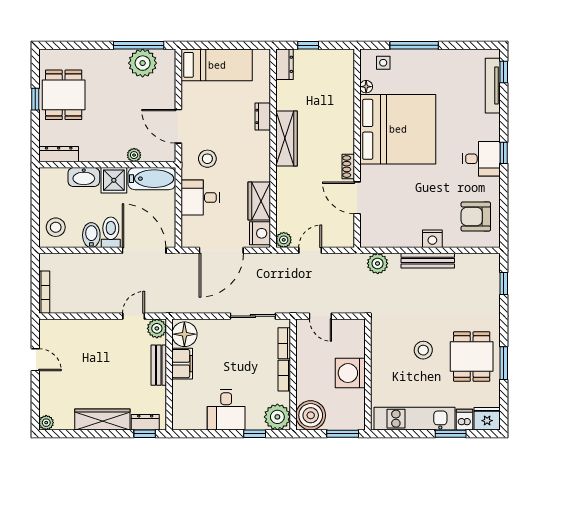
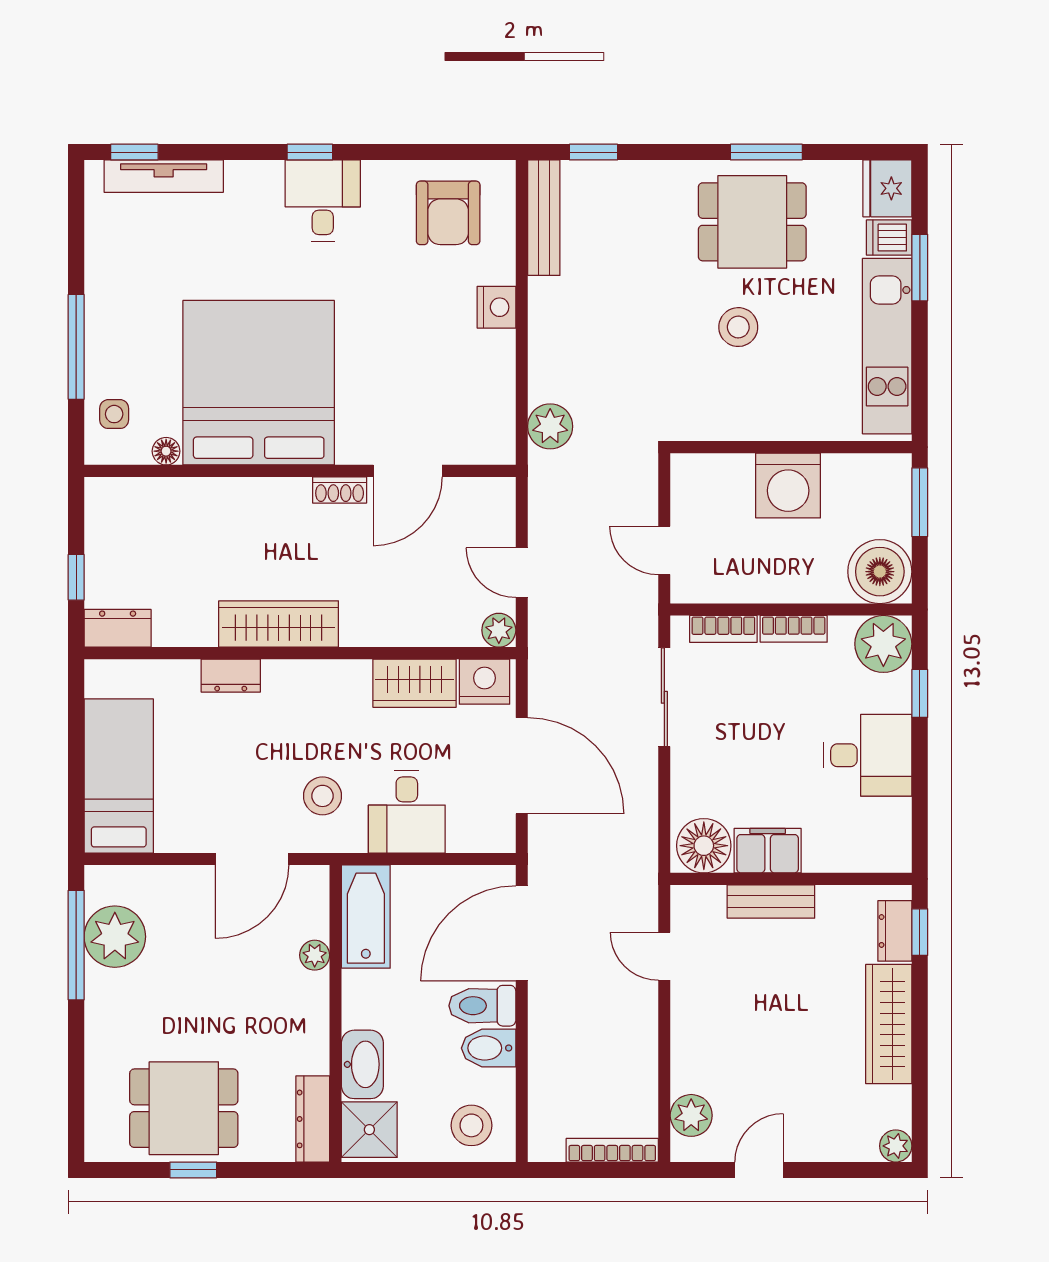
shower: (114, 180) -> (369, 1130), moved
bench: (428, 261) -> (544, 218), moved
door: (320, 316) -> (664, 550), swing flipped
plant: (157, 328) -> (691, 1115), moved

